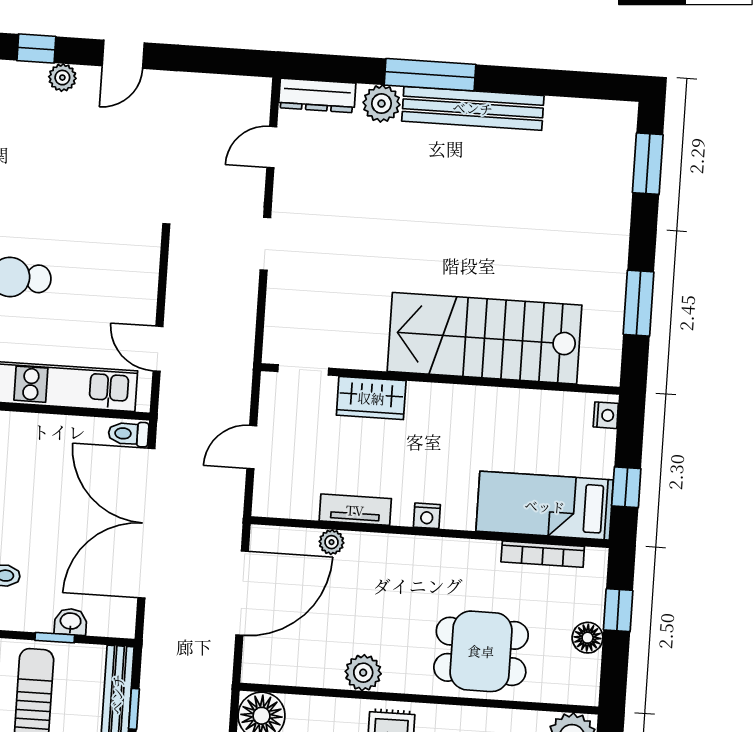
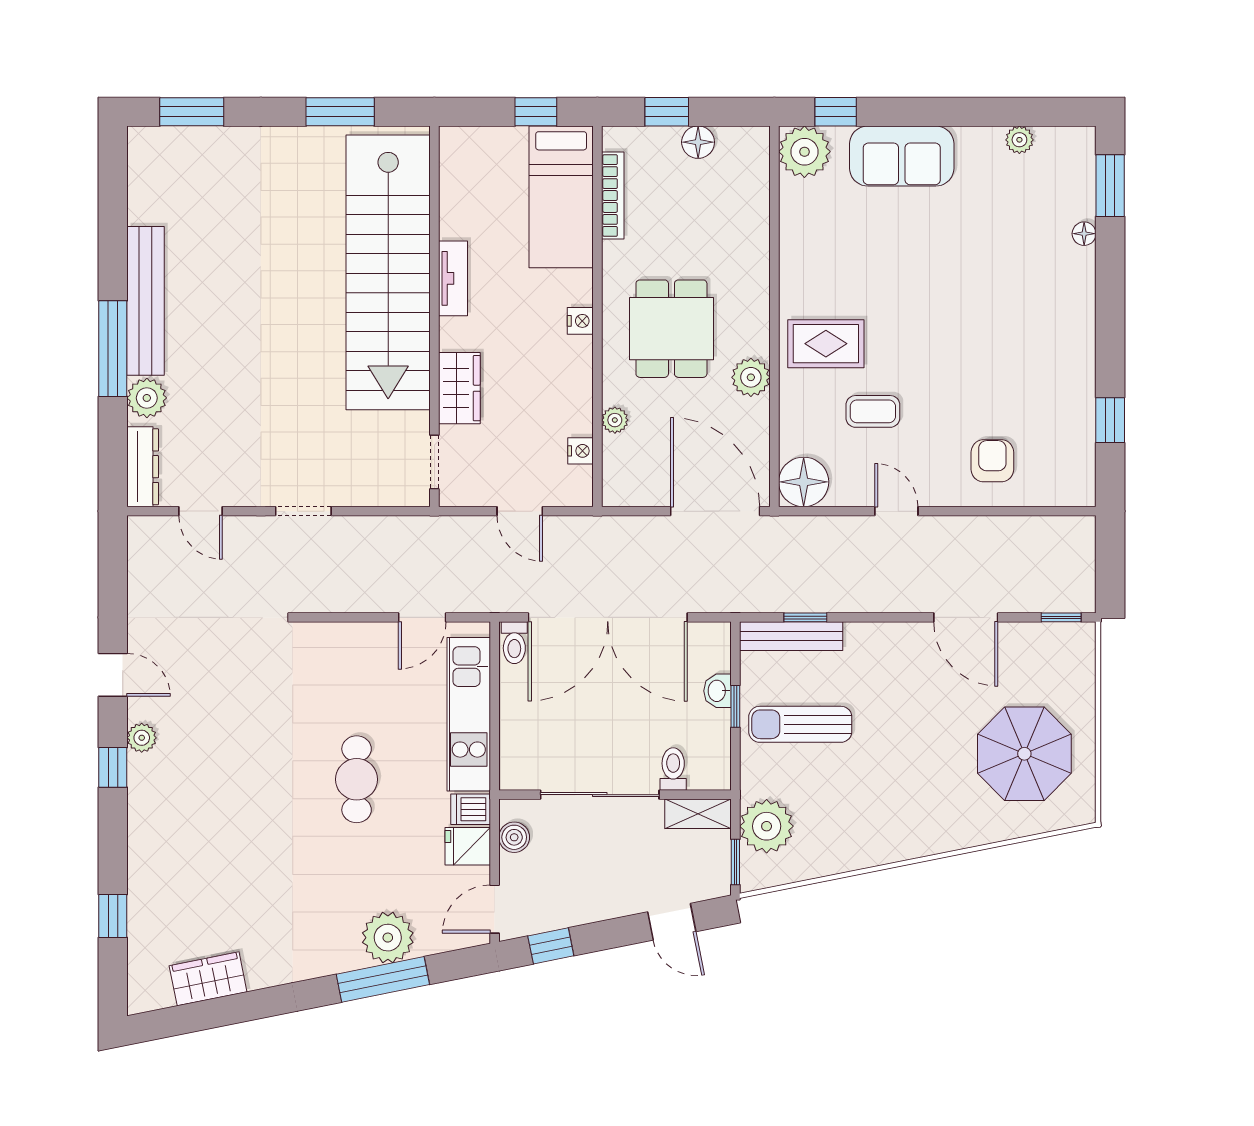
stairs: (485, 338) -> (388, 272), width x1.36
nightstand: (606, 415) -> (580, 451), moved, turned 90
tv unit: (355, 510) -> (453, 278), moved, turned 180
door: (242, 593) -> (715, 511), moved
dining table: (481, 651) -> (671, 329), moved

